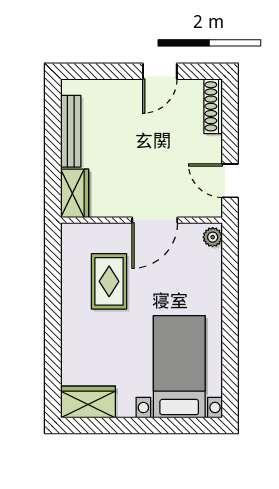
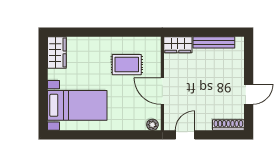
door: (160, 71) -> (249, 94), swing flipped

